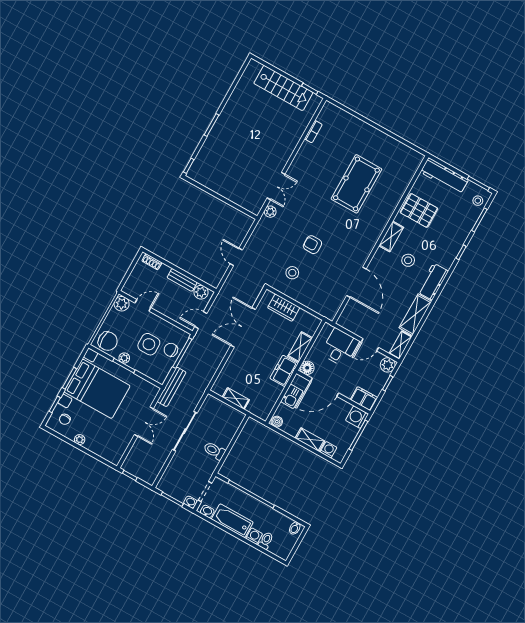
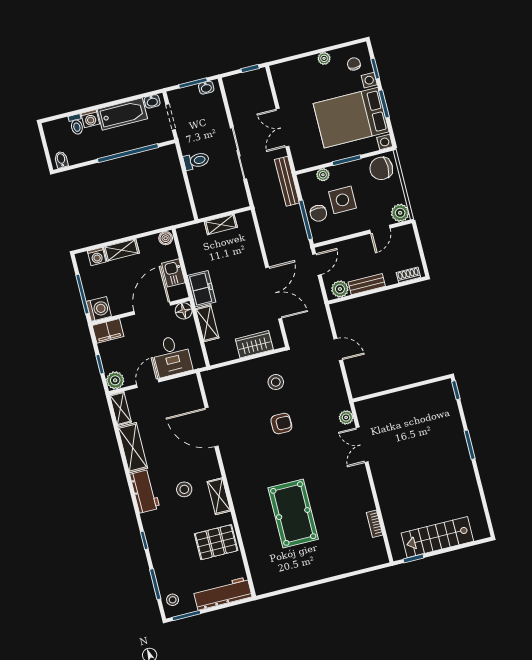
chair: (171, 350) -> (318, 213), turned 90
plant: (124, 358) -> (323, 175), moved
washbasin: (190, 502) -> (206, 88), moved

